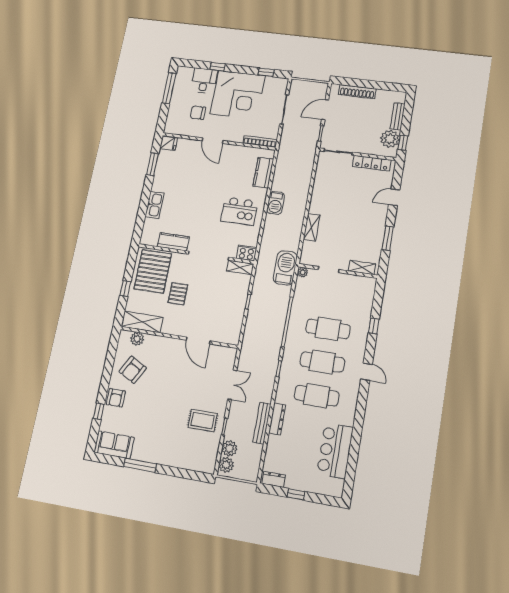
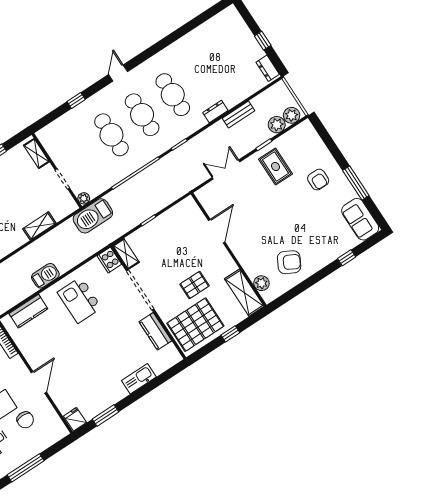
kitchen island: (239, 211) -> (80, 300), turned 180
armchair: (116, 398) -> (318, 180), moved, turned 90
dresser: (277, 419) -> (215, 111), width x0.70
bench: (262, 423) -> (239, 115), width x0.73
bar counter: (335, 451) -> (202, 41), removed

